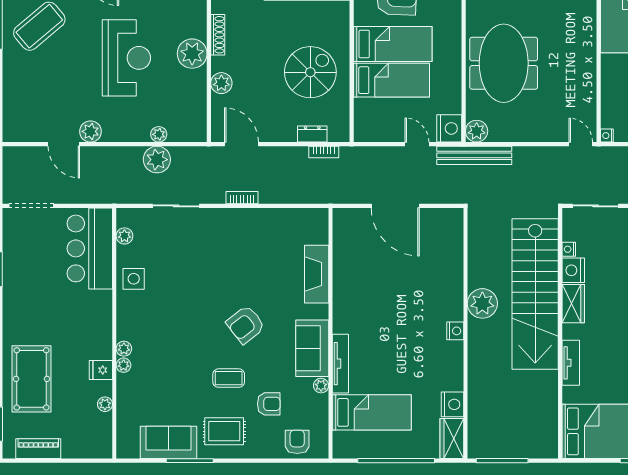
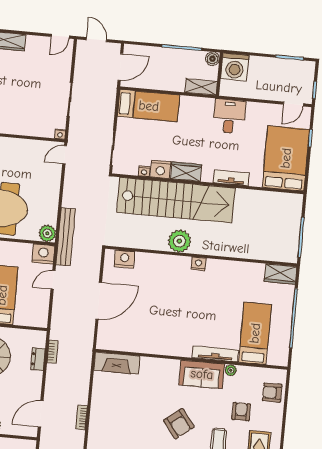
fireplace: (317, 274) -> (117, 363), moved
nightstand: (452, 404) -> (125, 259), moved

